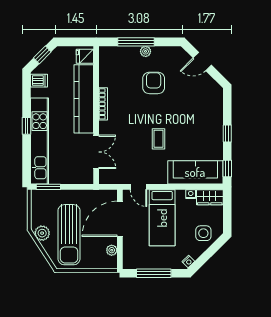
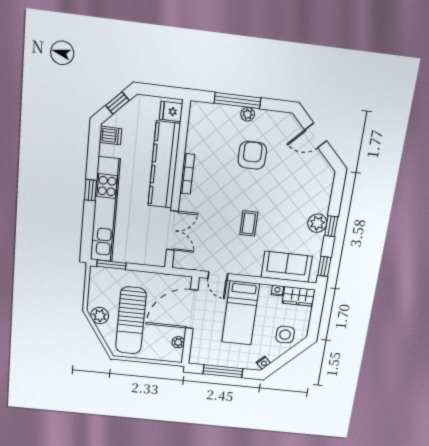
plant: (215, 132) -> (317, 223), added
sofa: (195, 172) -> (287, 267), width x0.73

